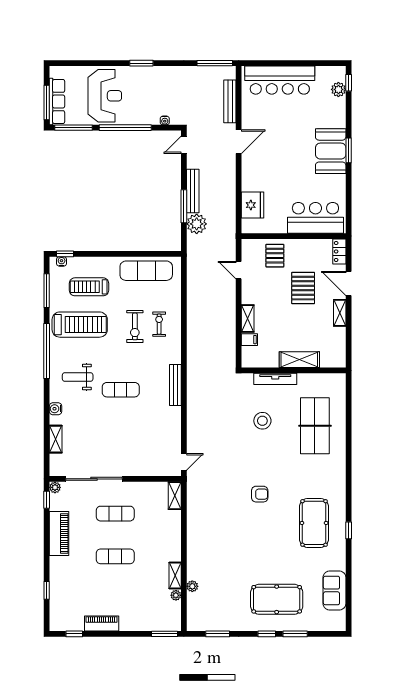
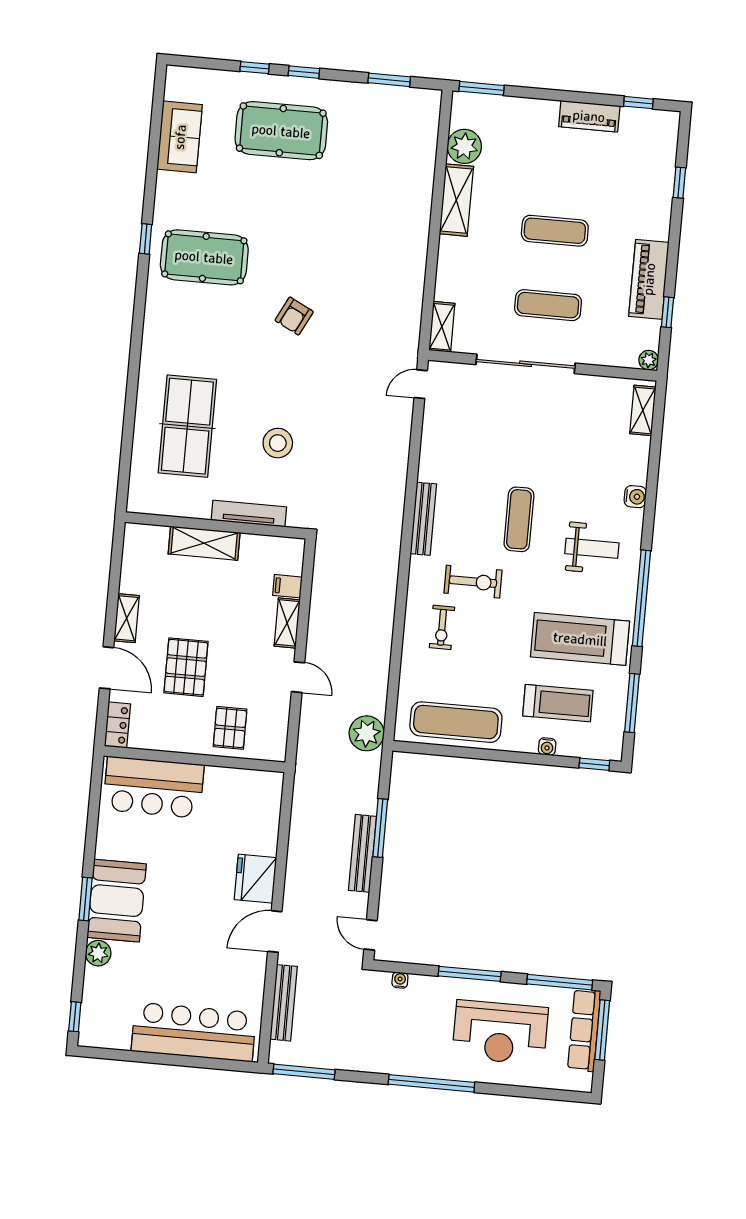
window: (141, 63) -> (431, 1083), width x2.11
plant: (338, 89) -> (98, 953), moved
reception desk: (105, 96) -> (500, 1032), turned -90
window: (125, 128) -> (470, 974), width x0.68
door: (184, 145) -> (371, 935), swing flipped
fridge: (253, 205) -> (255, 879), moved
plant: (197, 224) -> (367, 733), moved
water cooler: (62, 261) -> (547, 747), moved
door: (239, 270) -> (298, 677), moved
exercise bike: (135, 326) -> (473, 582), moved, turned 90
exercise mat: (121, 390) -> (519, 519), turned 90
shelving: (56, 439) -> (643, 410), moved
sliding door: (94, 479) -> (526, 364), moved
armchair: (260, 494) -> (294, 316), turned -63
window: (47, 500) -> (668, 312), moved
pool table: (314, 523) -> (204, 257), turned 90
shelving: (175, 576) -> (456, 200), width x1.50, depth x1.33
plant: (192, 586) -> (426, 167), removed
plant: (176, 595) -> (464, 146), width x1.87, depth x1.87
window: (295, 634) -> (255, 68), width x0.67

